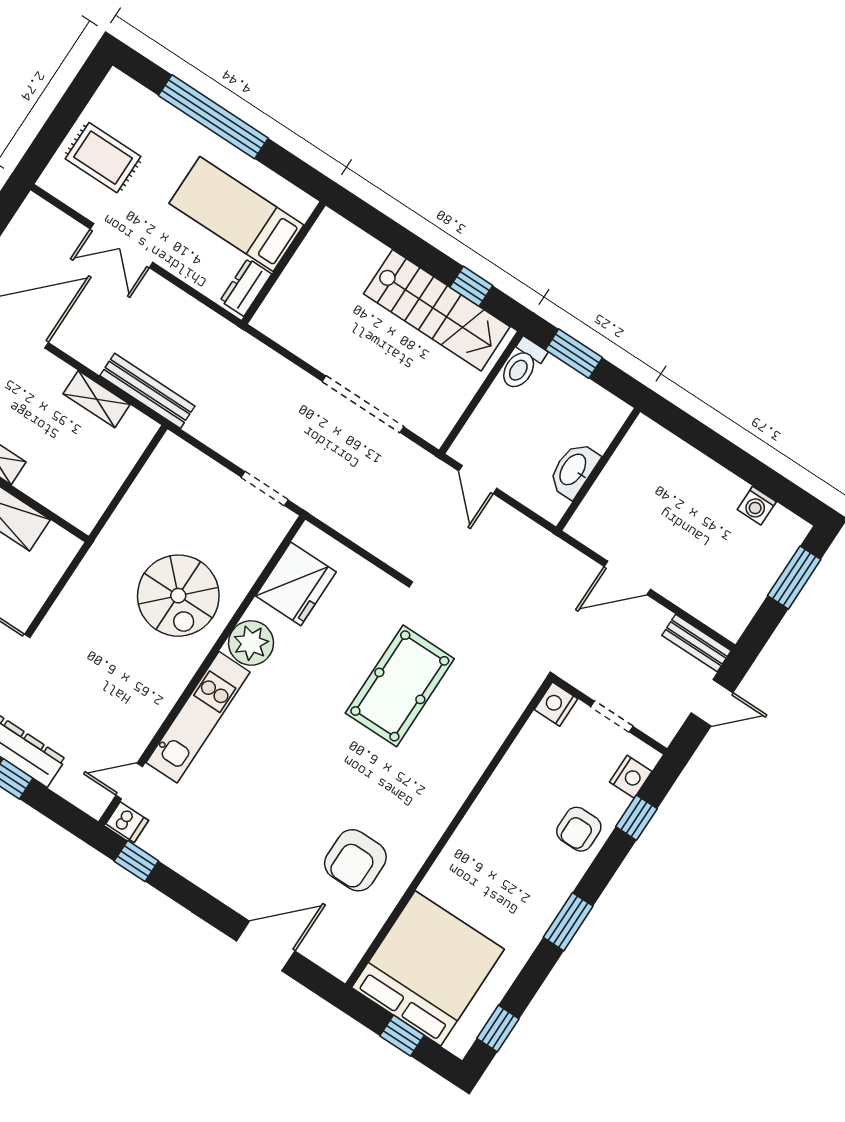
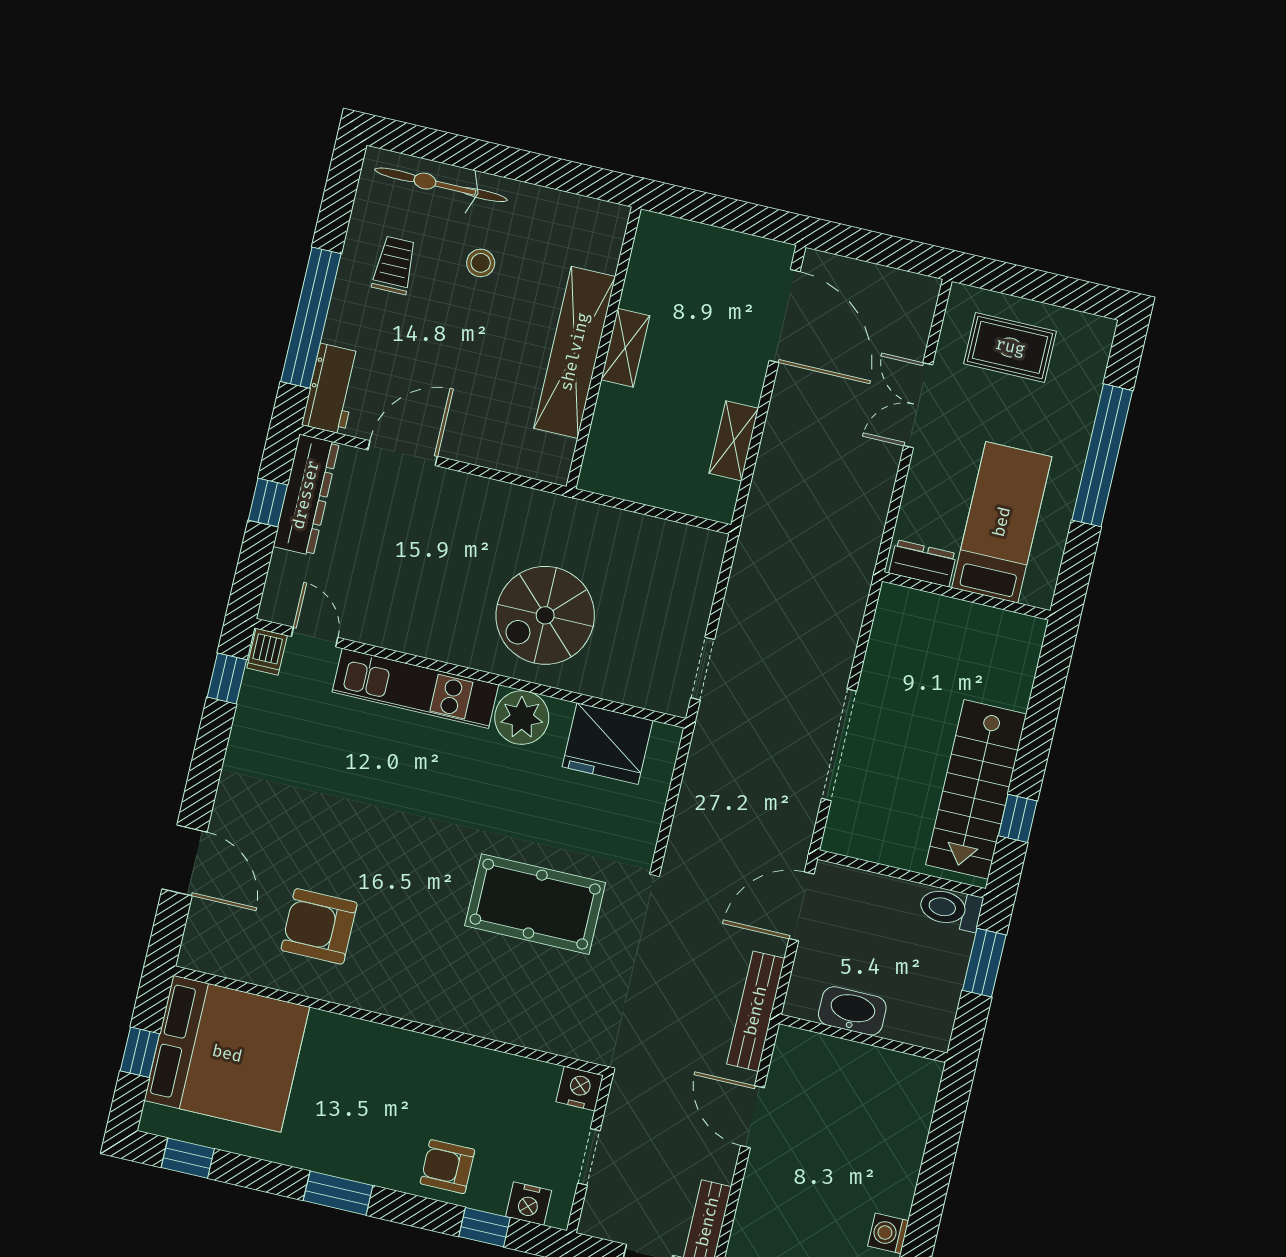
rug: (103, 158) -> (1010, 347), turned 90
bench: (147, 391) -> (756, 1011), moved
door: (478, 480) -> (801, 906), width x1.38

